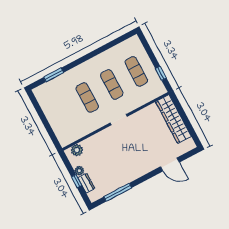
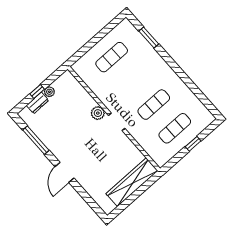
window: (161, 73) -> (193, 144), moved
exercise mat: (87, 97) -> (112, 57), moved
plant: (77, 150) -> (98, 113), moved
door: (170, 164) -> (64, 172), moved

